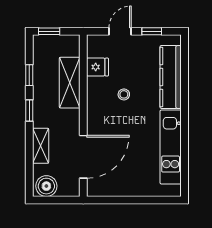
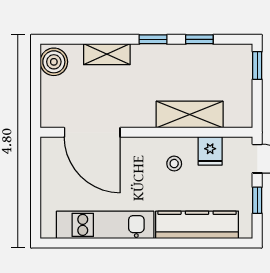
fridge: (97, 67) -> (210, 151), moved
shelving: (70, 83) -> (190, 115), moved
wall: (83, 116) -> (146, 132), moved
door: (83, 157) -> (92, 132), moved

